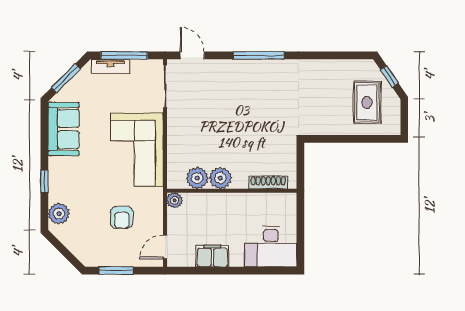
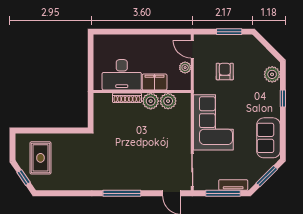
shoe rack: (268, 182) -> (127, 98), moved
plant: (175, 200) -> (185, 68), moved
desk: (271, 246) -> (122, 75), moved, turned 180
door: (165, 247) -> (192, 49), swing flipped
filing cabinet: (212, 256) -> (155, 82), moved, turned 180

